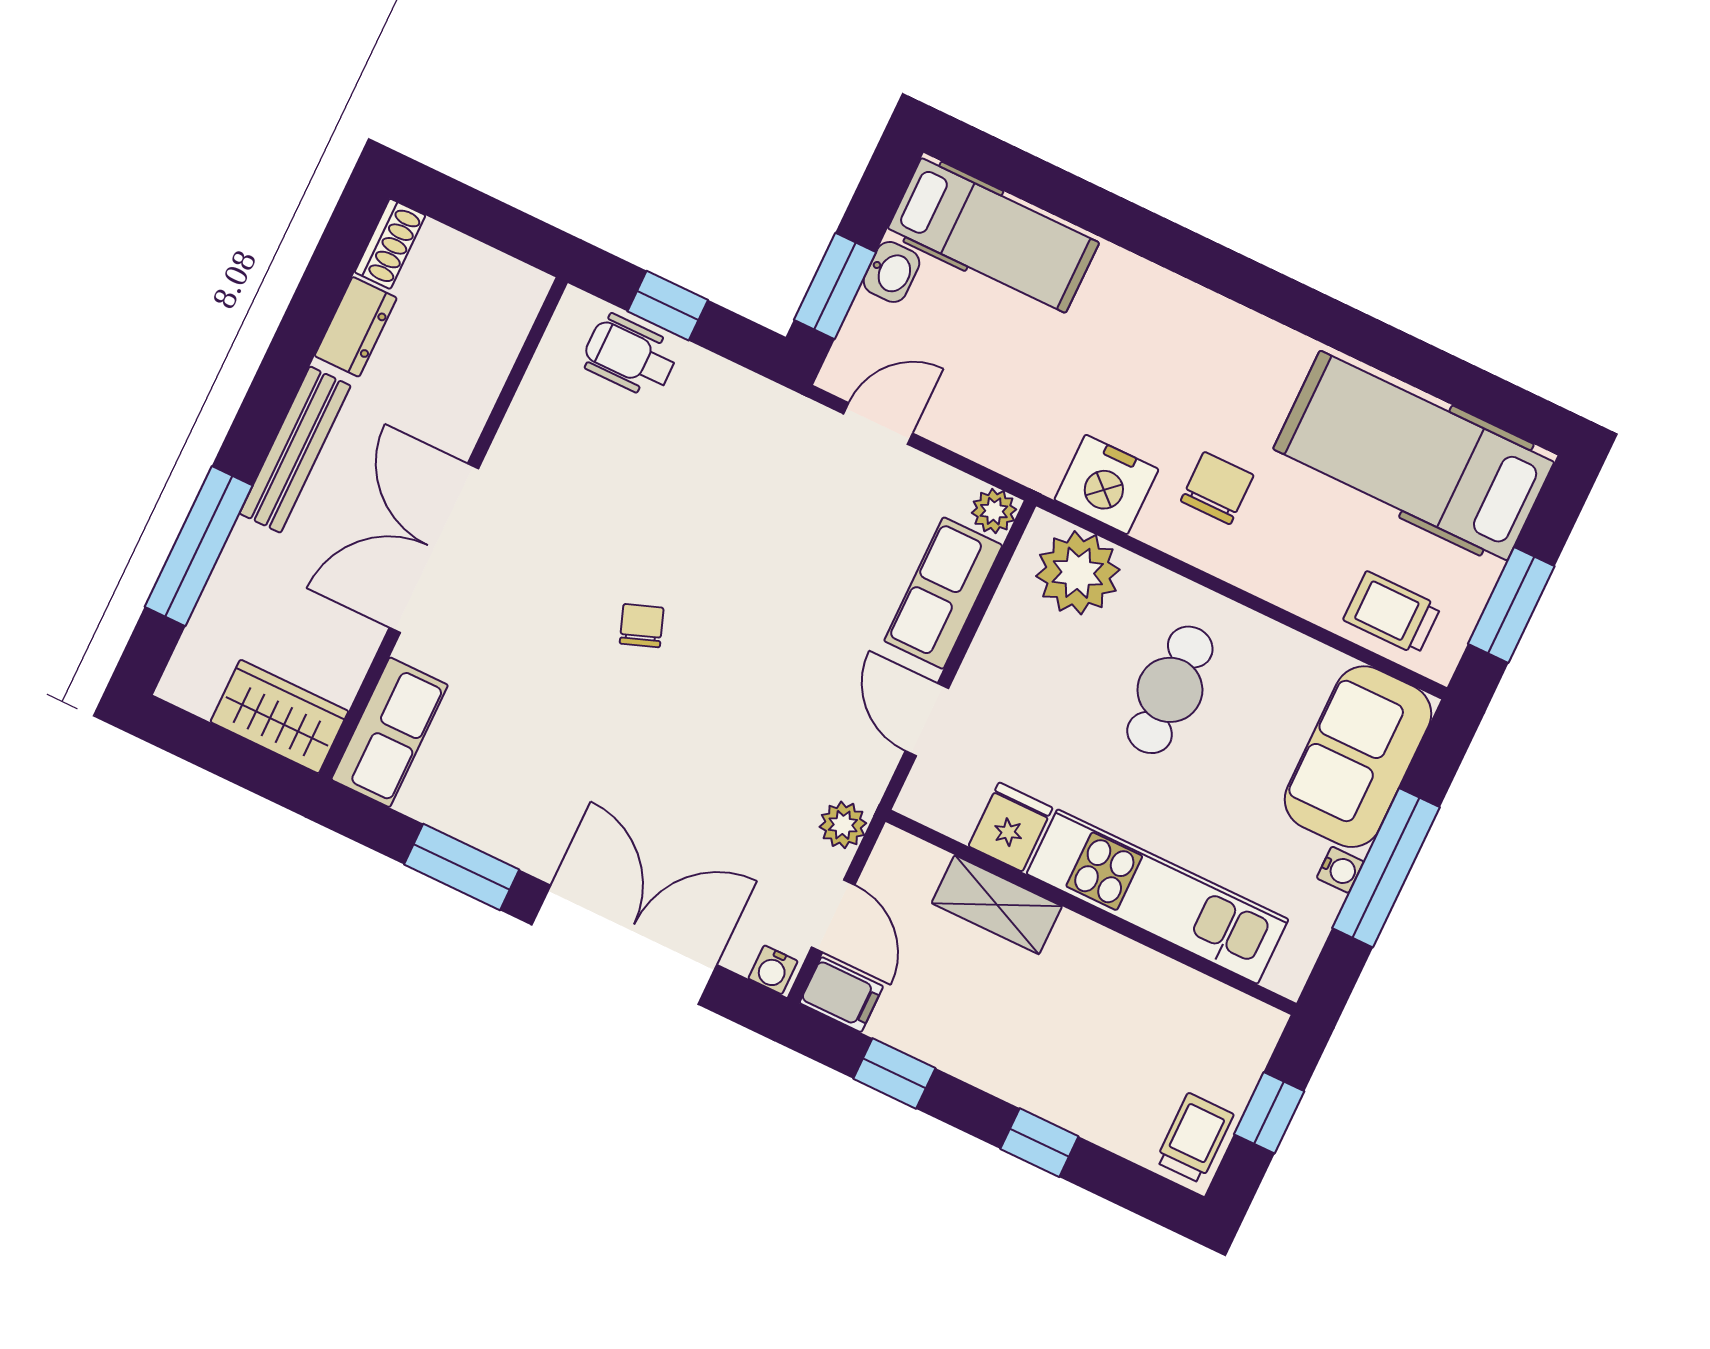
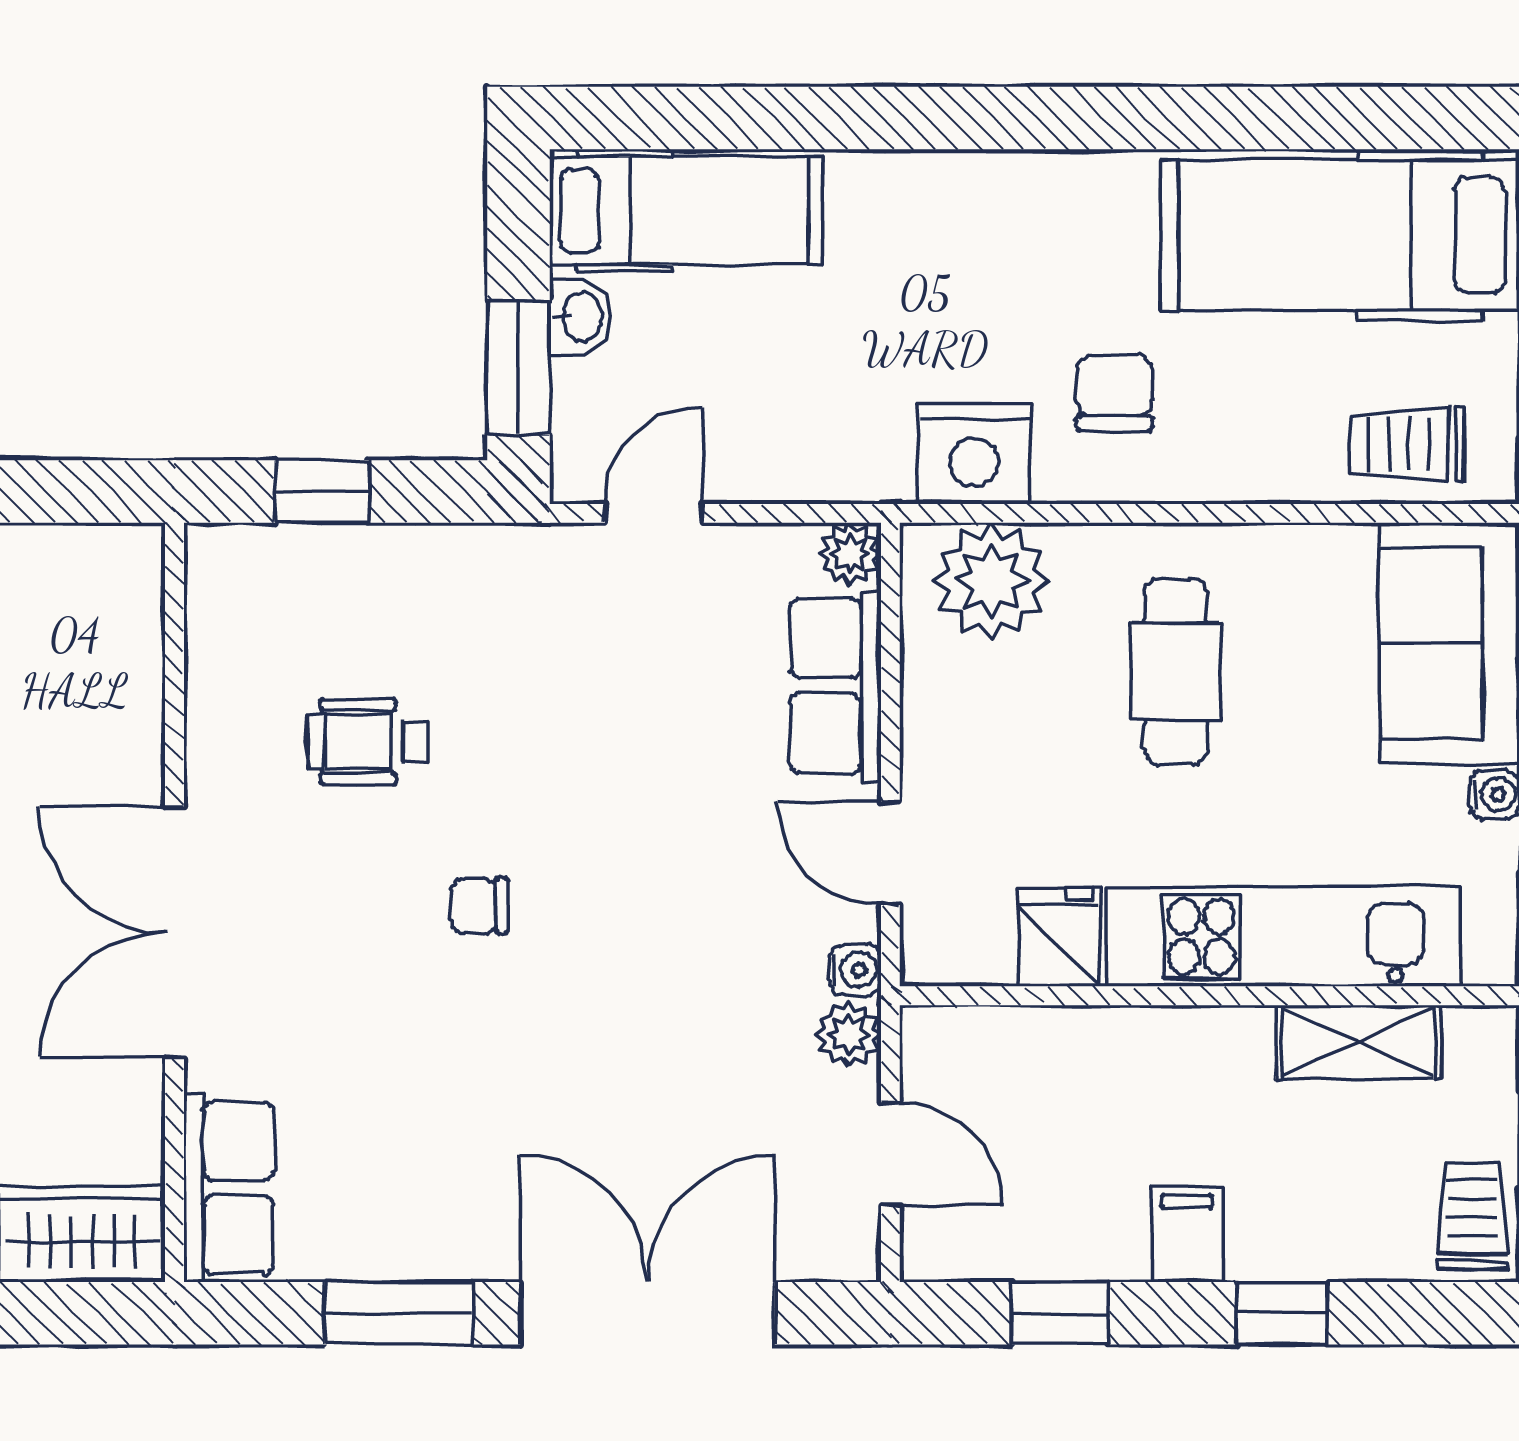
wheelchair: (630, 356) -> (368, 742), moved
chair: (642, 626) -> (479, 906), turned -70
shelving: (997, 905) -> (1358, 1042), moved
water cooler: (773, 970) -> (855, 970), moved, turned -90
filing cabinet: (841, 995) -> (1187, 1235), moved, turned -90

